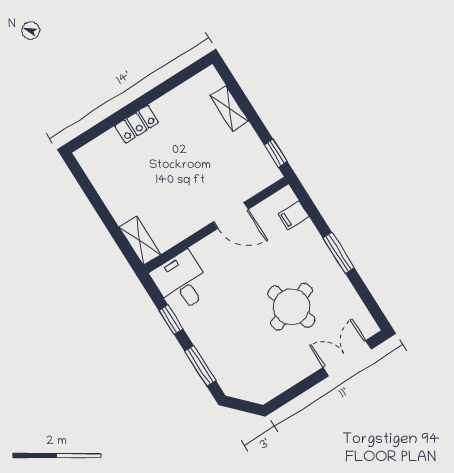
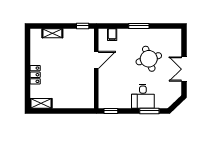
shelving: (140, 241) -> (41, 103), moved
desk: (181, 282) -> (143, 96), moved, turned -90
window: (171, 320) -> (111, 111), moved
double door: (347, 358) -> (184, 69), moved

